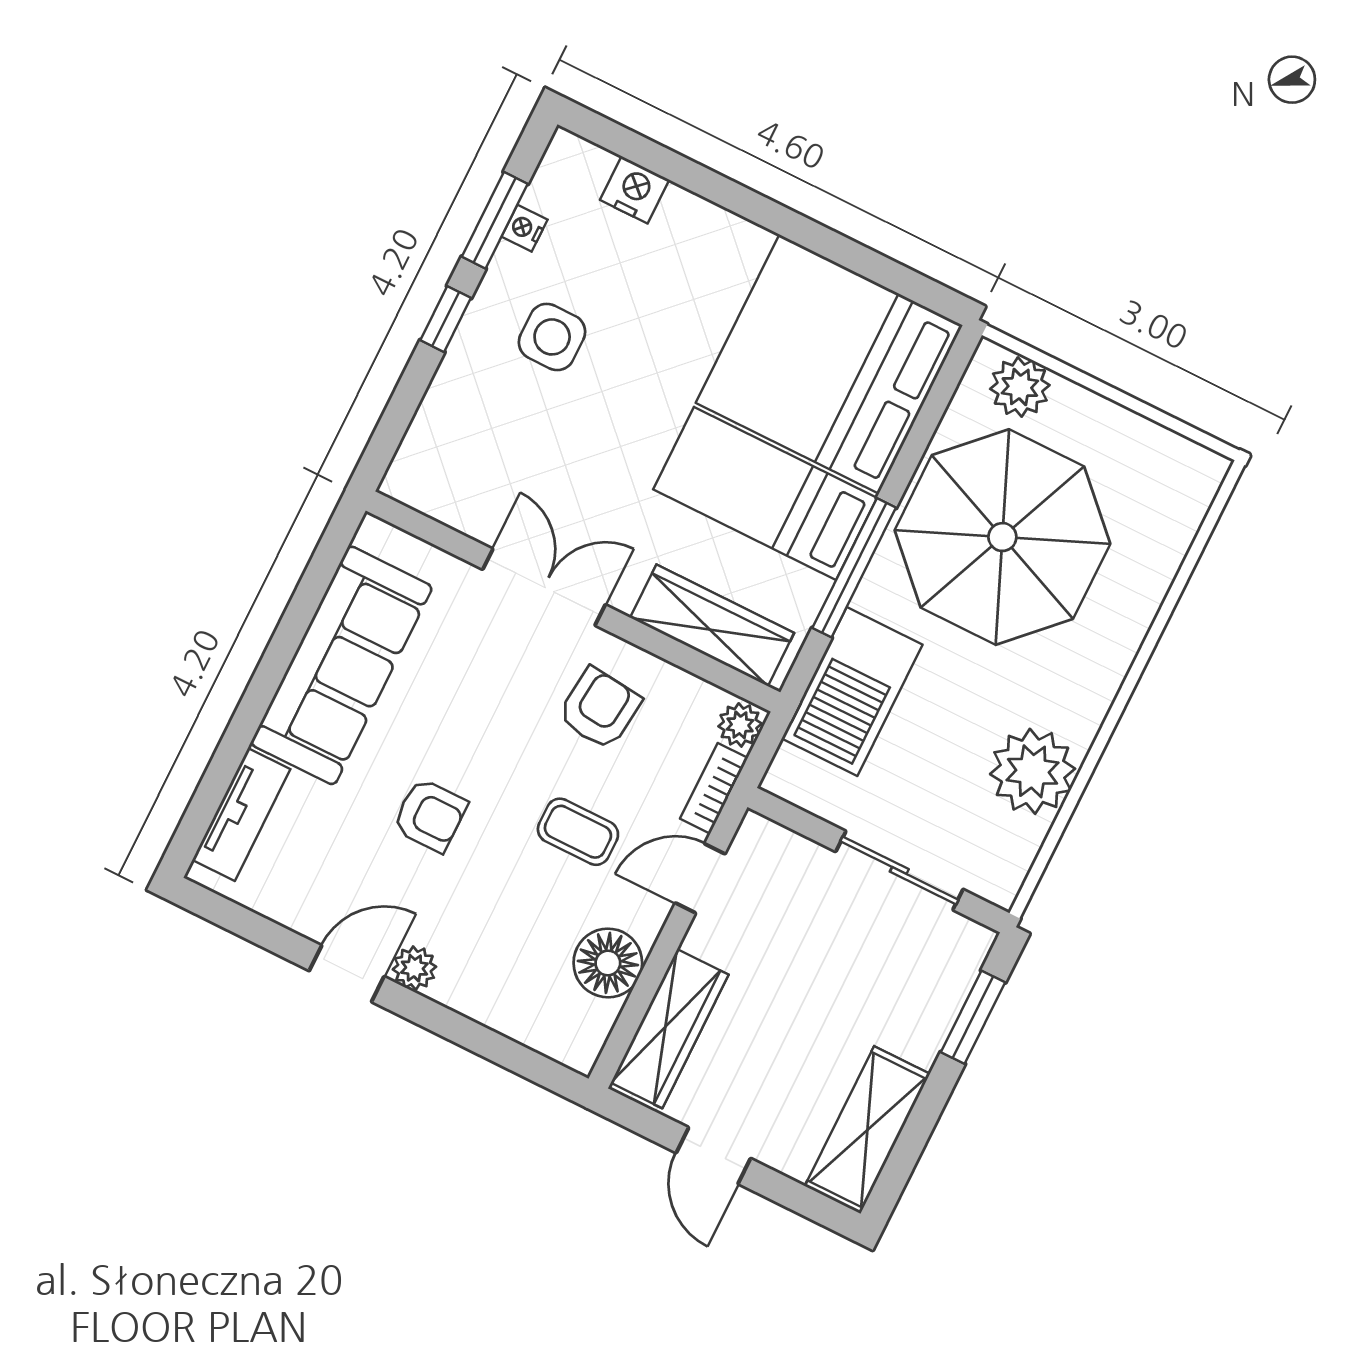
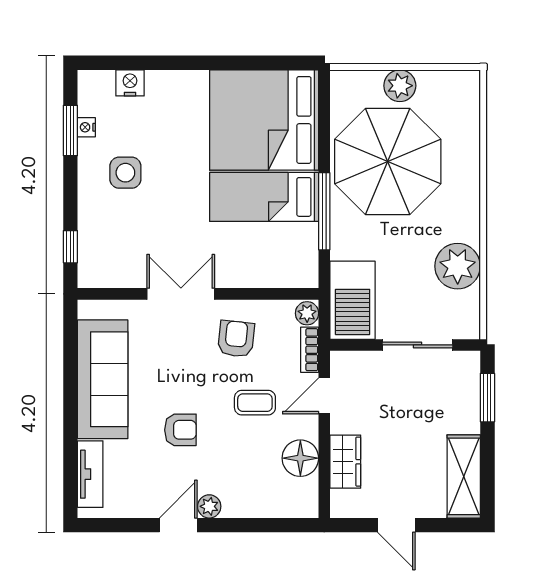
window: (446, 319) -> (70, 247), moved
plant: (1020, 387) -> (400, 86), moved
wardrobe: (712, 625) -> (270, 272), removed
barbecue: (852, 692) -> (353, 300), moved
wardrobe: (670, 1029) -> (345, 462), width x0.67

